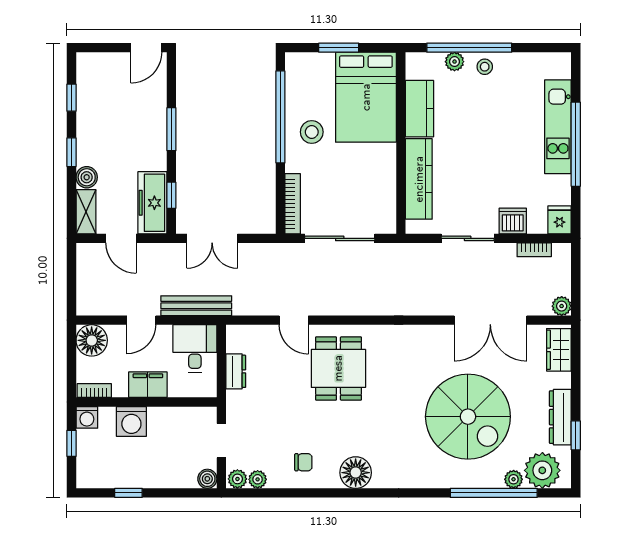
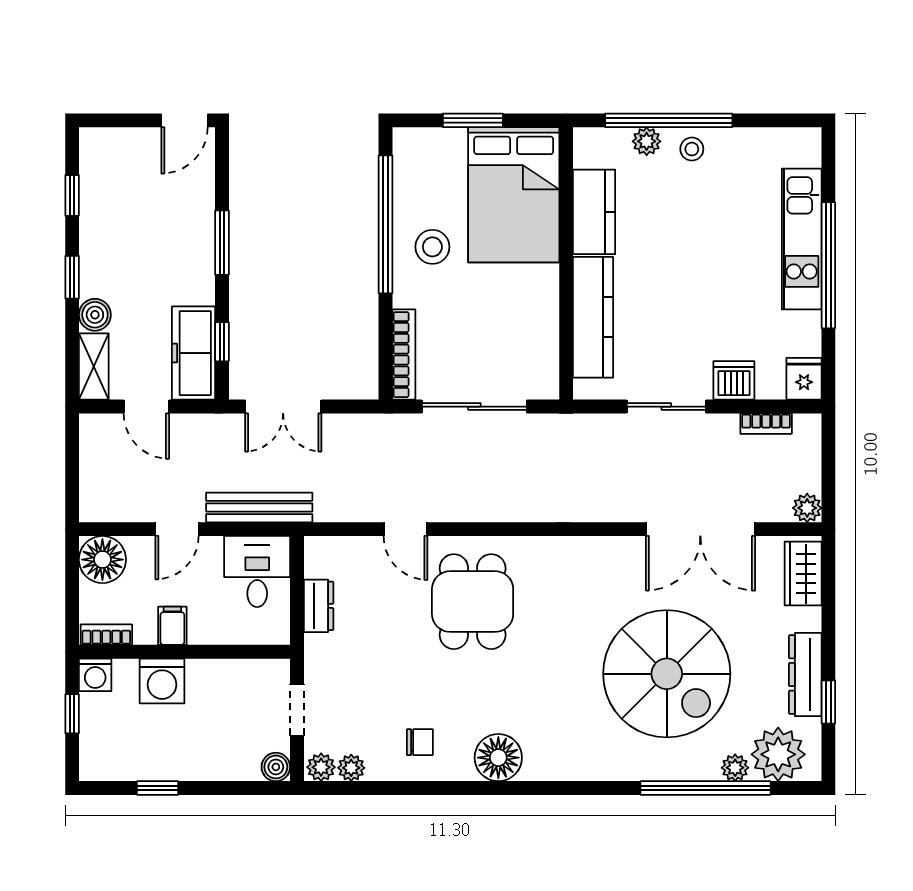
filing cabinet: (148, 385) -> (172, 626), width x0.50

